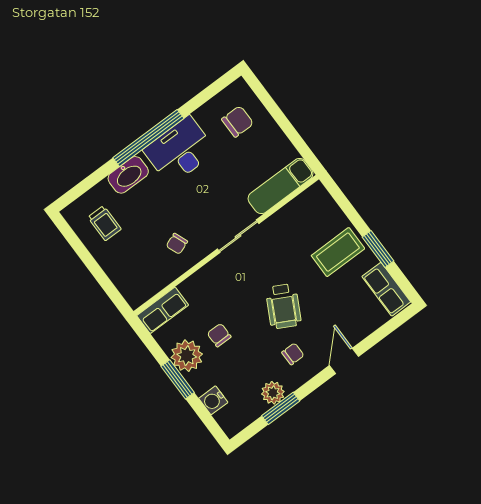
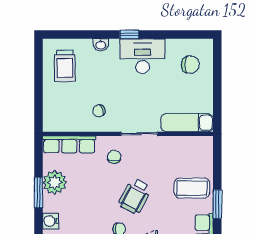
window: (148, 138) -> (129, 34), width x0.32
washbasin: (128, 175) -> (101, 45), width x0.52, depth x0.69
trolley: (104, 223) -> (65, 66), width x1.36, depth x1.39
row of seats: (163, 310) -> (69, 144), width x1.48
chair: (219, 335) -> (114, 157), moved

